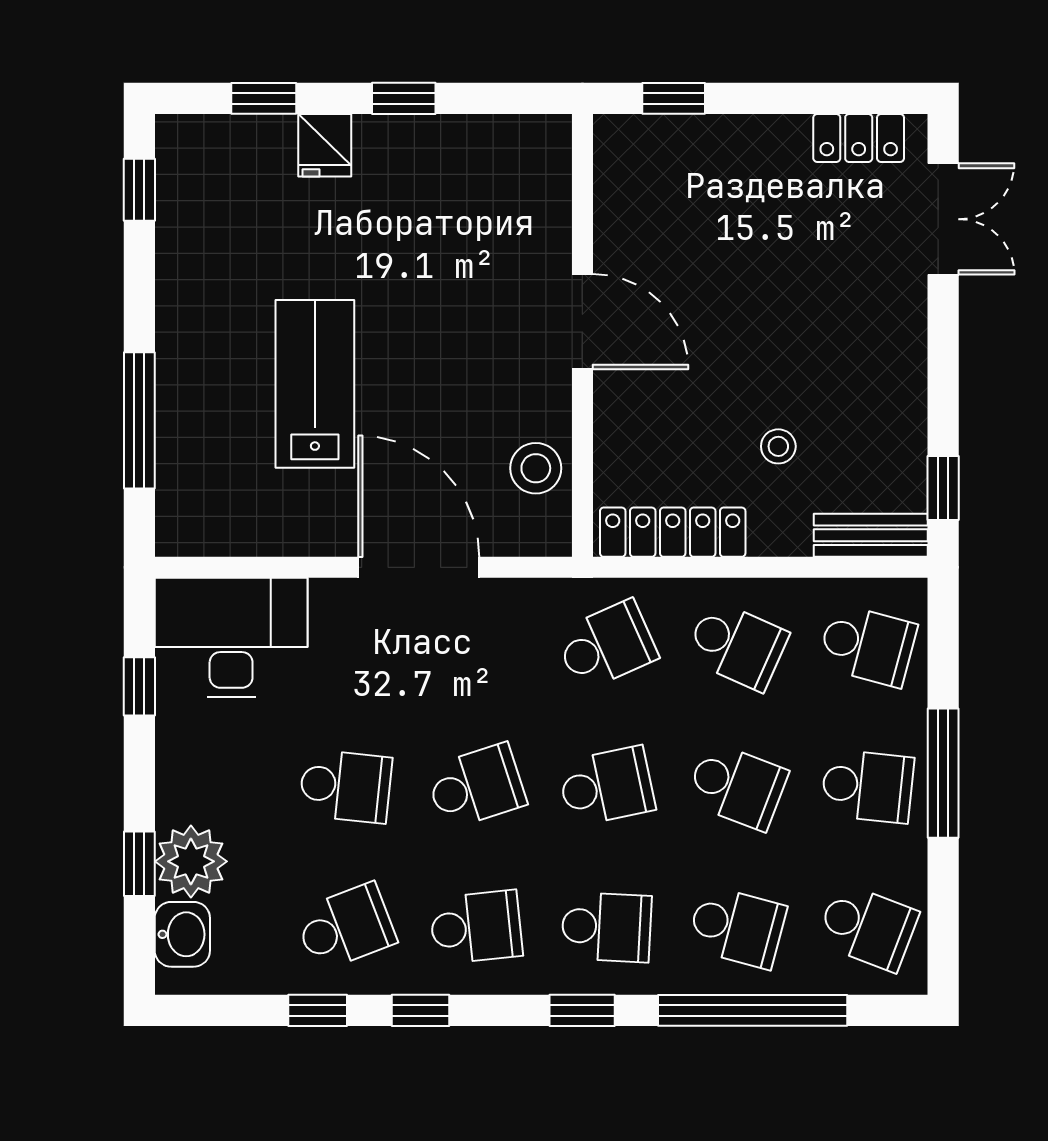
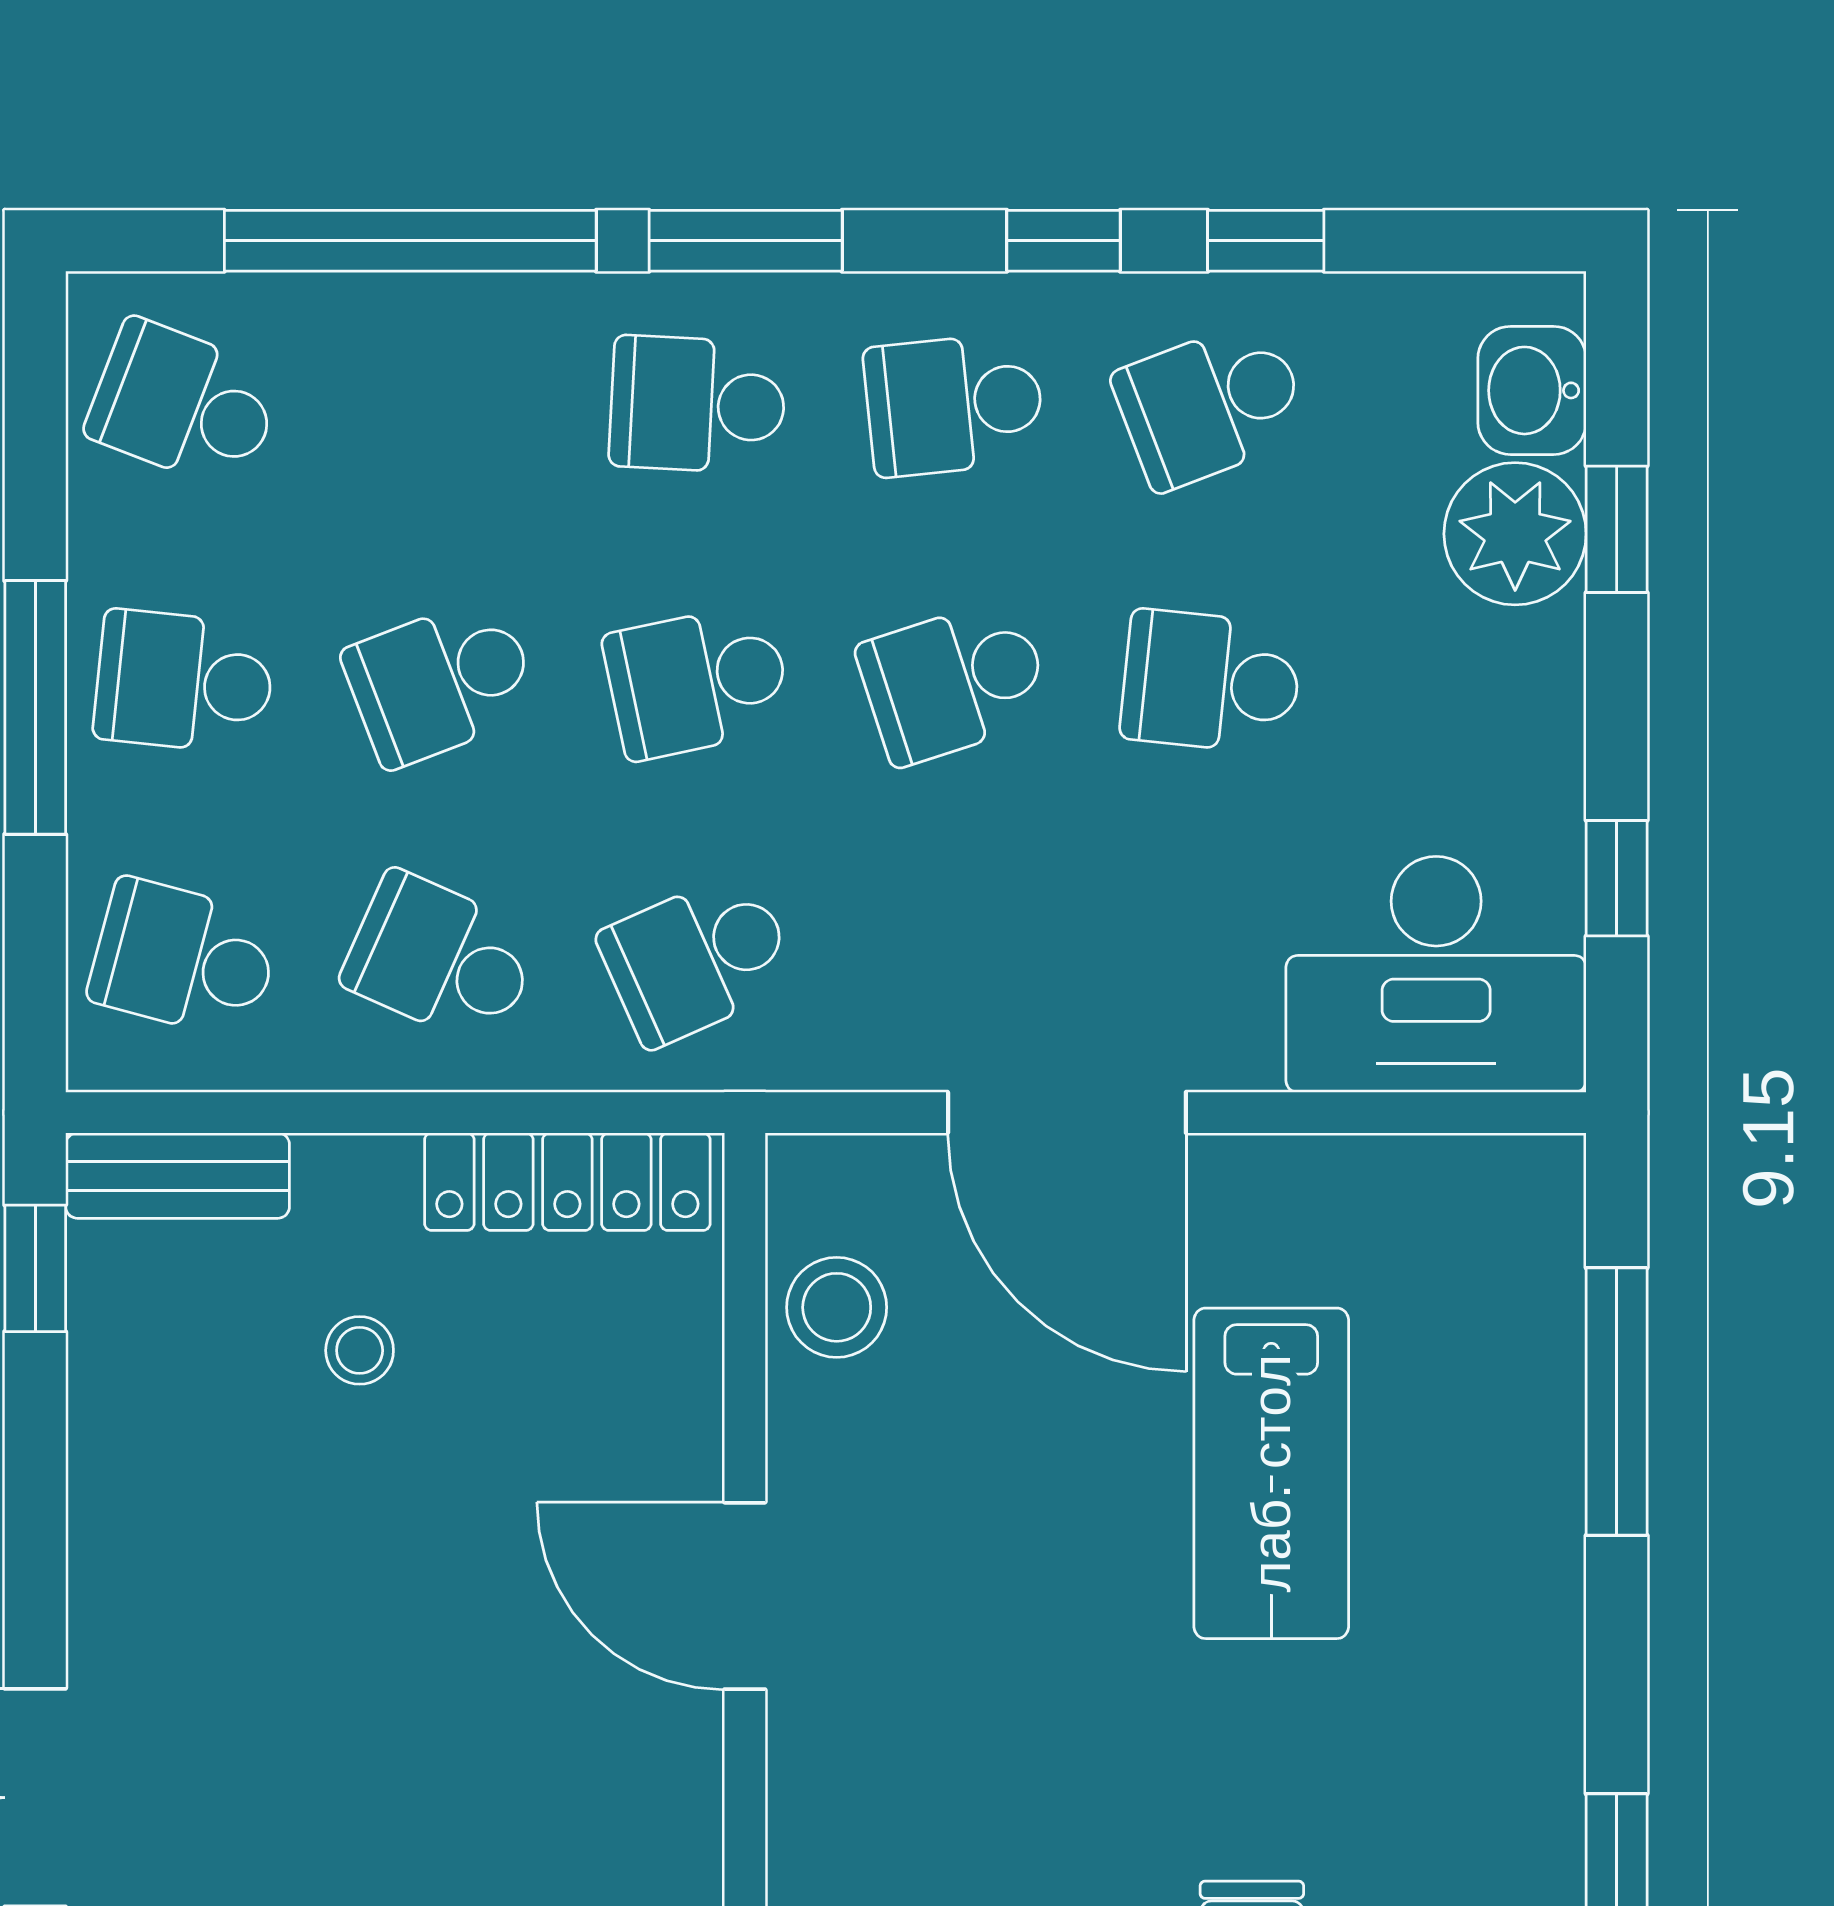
school desk: (737, 786) -> (441, 682), turned -42
school desk: (737, 927) -> (441, 405), removed
window: (582, 1010) -> (746, 241), width x1.50

